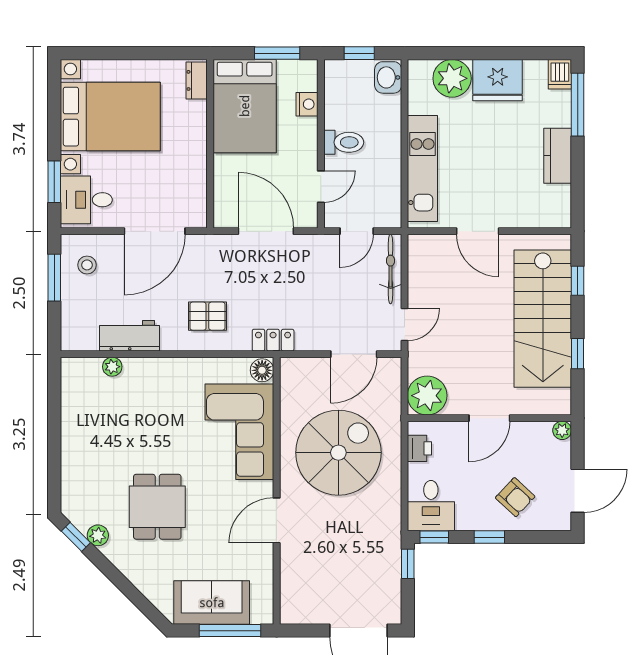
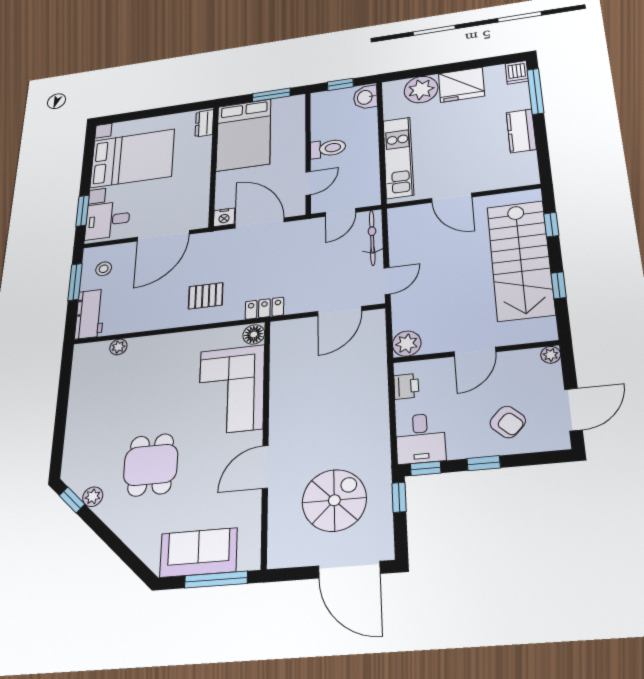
nightstand: (307, 104) -> (224, 217), moved, turned 90
workbench: (129, 336) -> (90, 314), moved, turned 90
plant: (427, 396) -> (407, 344), width x0.73, depth x0.73
spiral stairs: (338, 453) -> (334, 500), moved, width x0.73, depth x0.73

